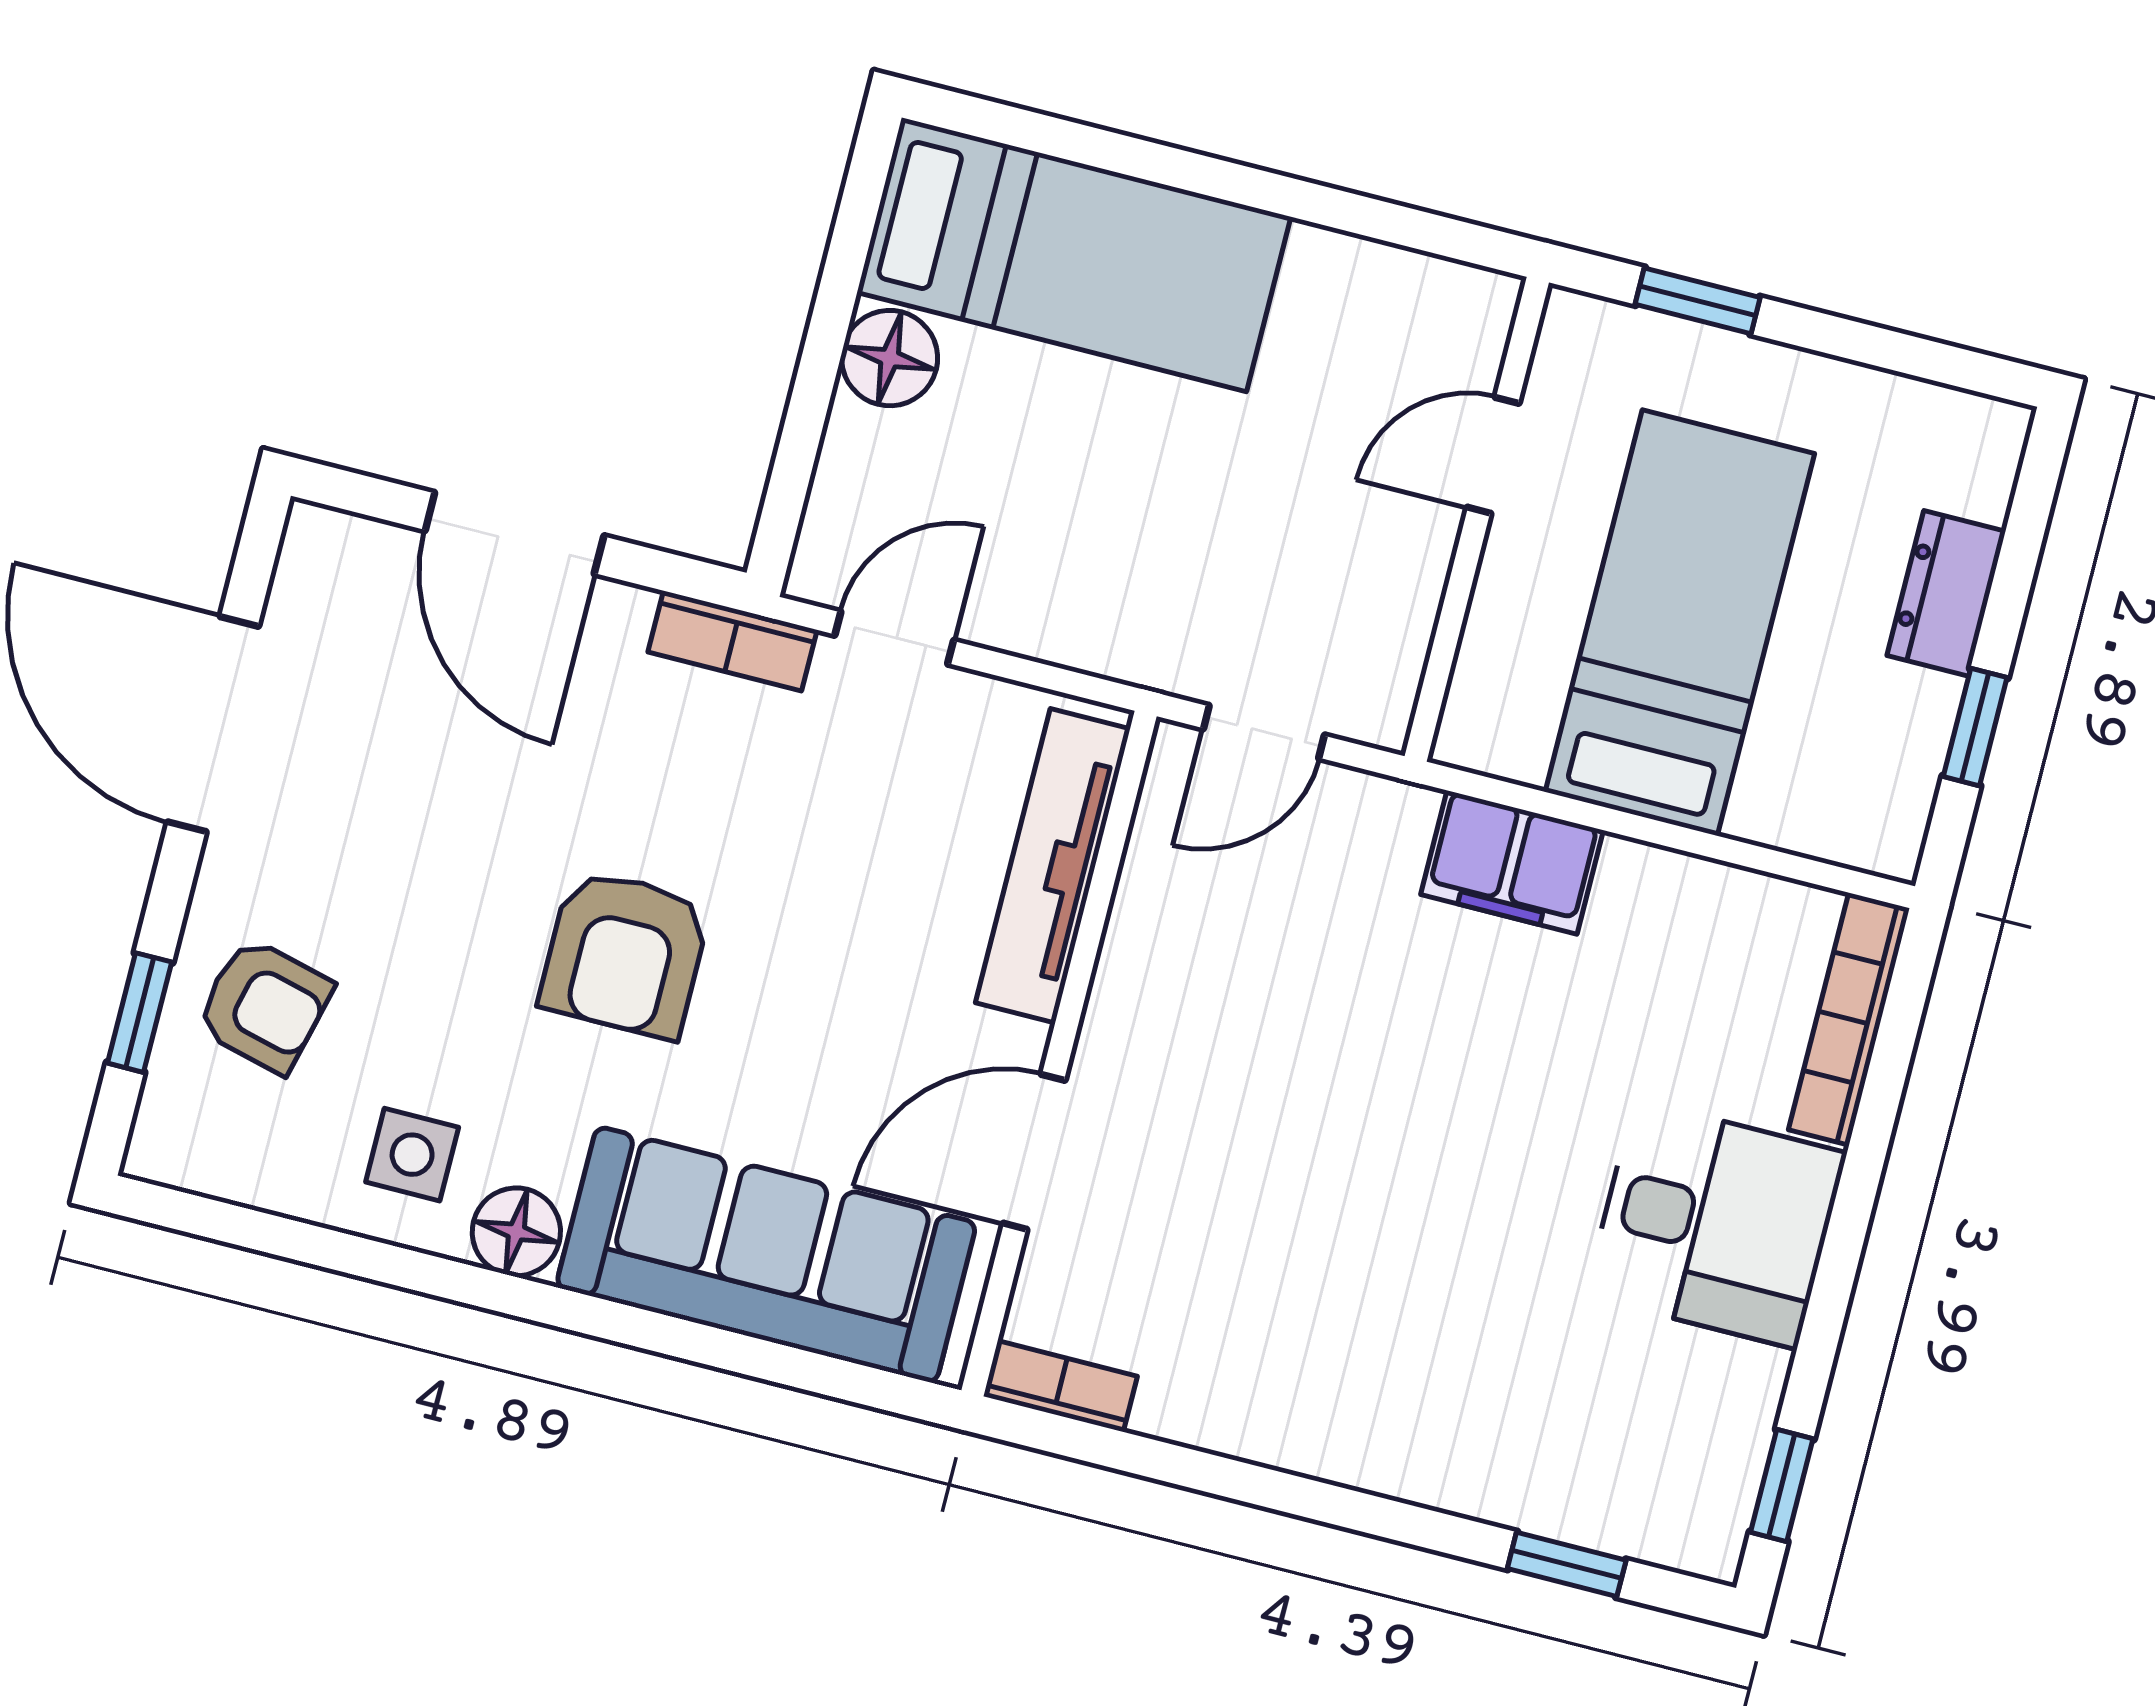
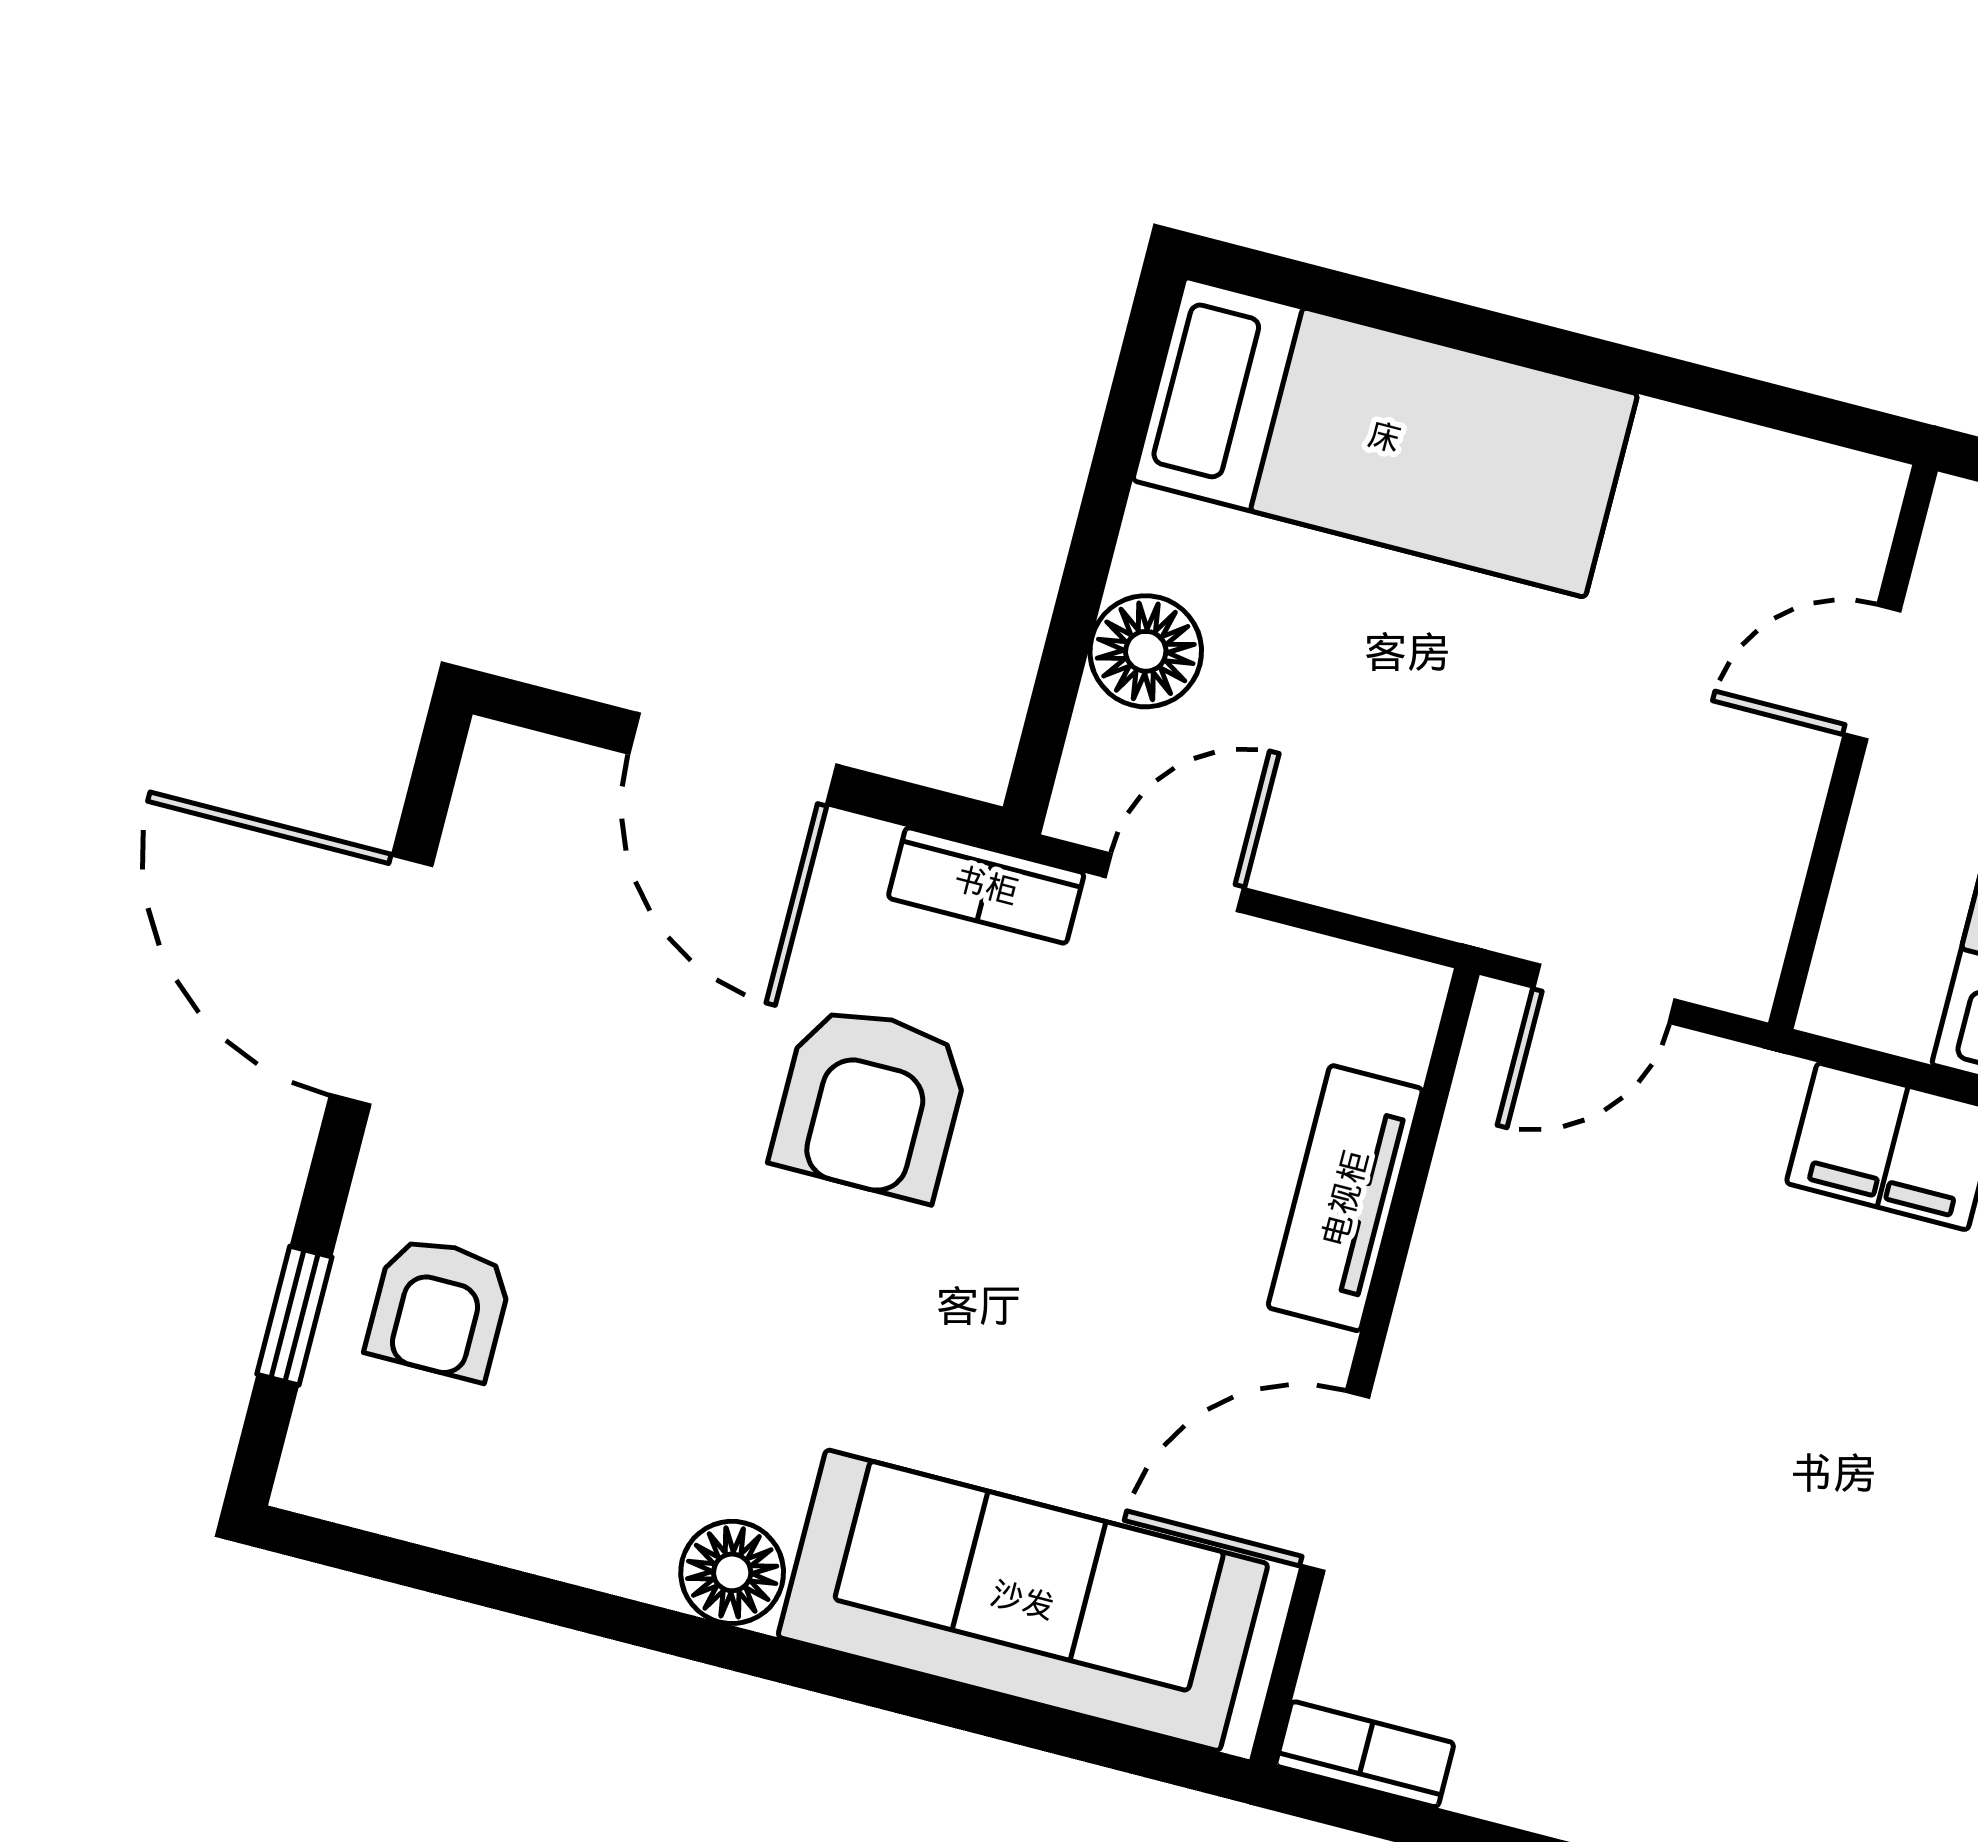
floor lamp: (890, 358) -> (1146, 651), moved
tv unit: (1053, 866) -> (1345, 1198), width x0.71
armchair: (625, 954) -> (871, 1102), moved
armchair: (264, 1005) -> (439, 1308), turned 76
side table: (412, 1155) -> (611, 1482), removed

